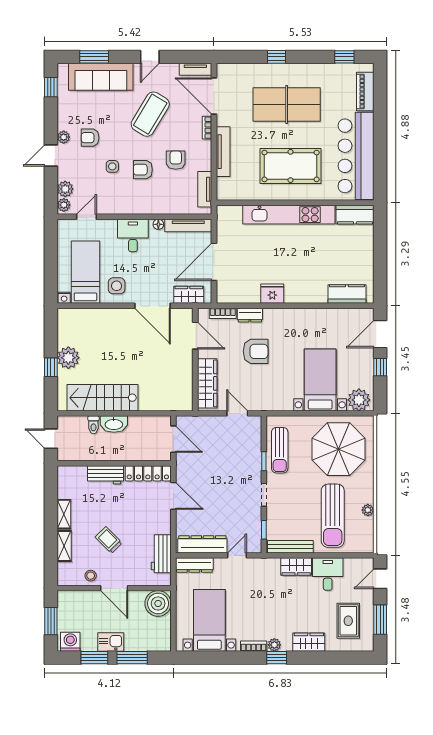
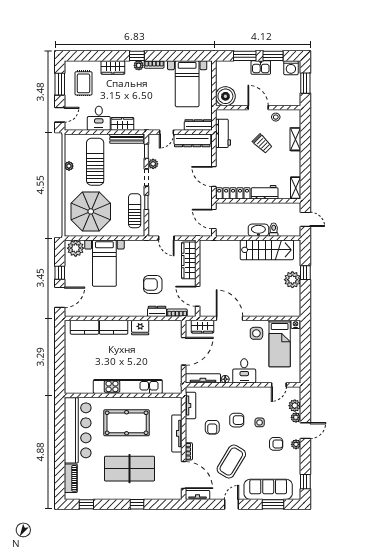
plant: (64, 205) -> (296, 417), moved
kitchen counter: (355, 215) -> (114, 327), moved, turned 180
plant: (255, 513) -> (153, 164), added
shelving: (64, 514) -> (296, 188), moved

